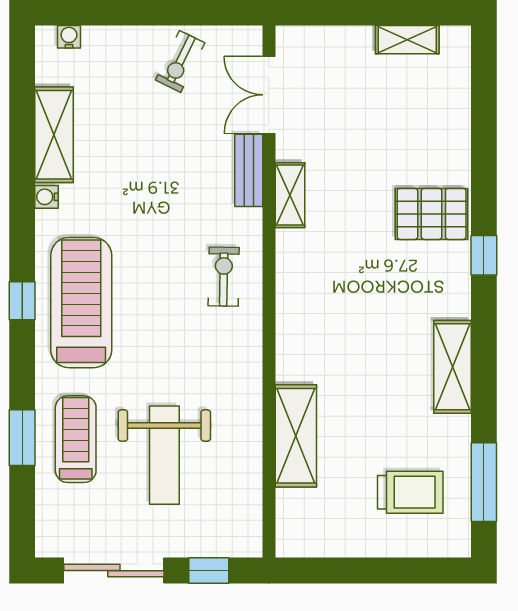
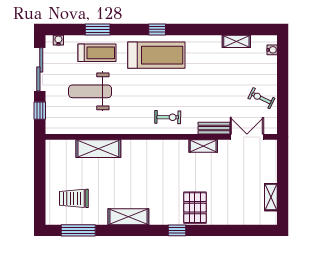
shelving: (54, 135) -> (236, 41), width x0.67, depth x0.75
water cooler: (46, 197) -> (58, 40), moved
trolley: (410, 492) -> (74, 198), turned 90

